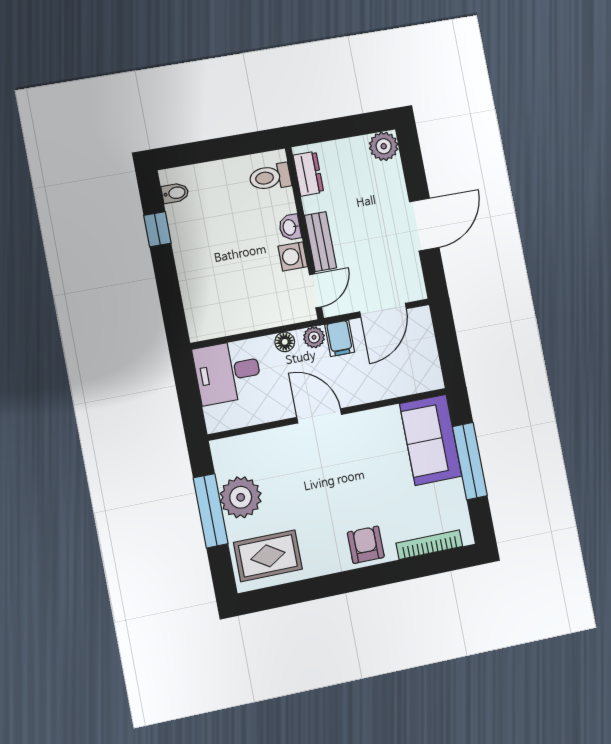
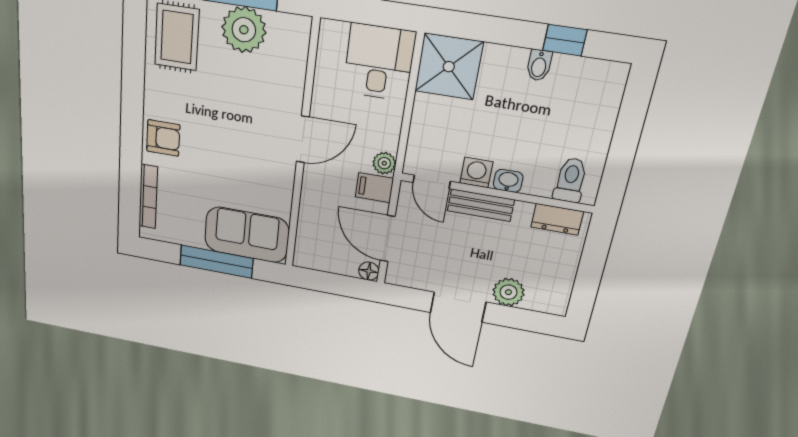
plant: (384, 146) -> (508, 292), moved
bidet: (175, 193) -> (539, 65), moved
shower: (211, 313) -> (449, 67), added
floor lamp: (285, 342) -> (369, 271), moved

